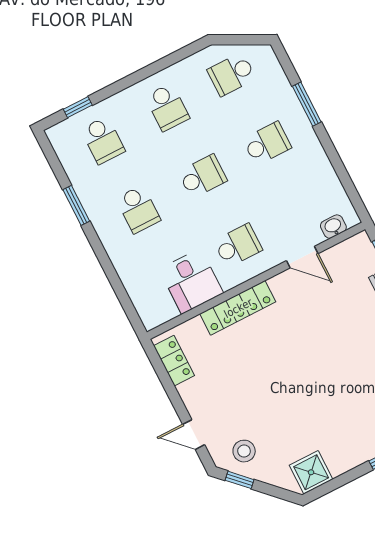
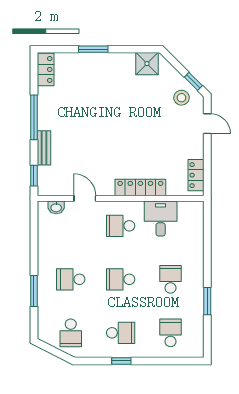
school desk: (232, 74) -> (71, 333), turned 90
window: (78, 107) -> (121, 361), moved
school desk: (167, 107) -> (121, 333), turned 90

